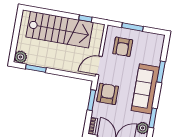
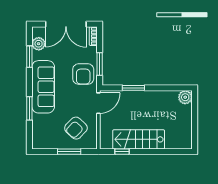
stairs: (60, 30) -> (139, 139), width x0.73, depth x0.66
armchair: (123, 47) -> (76, 128), turned -136
window: (36, 68) -> (133, 88), moved

